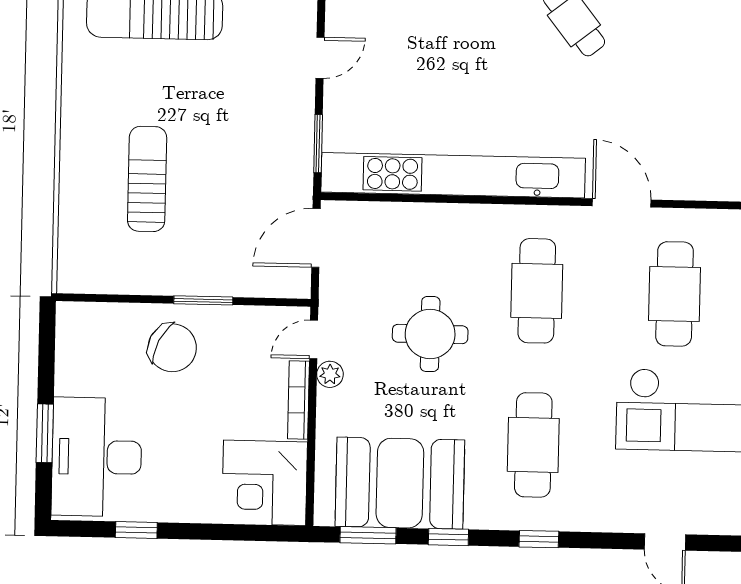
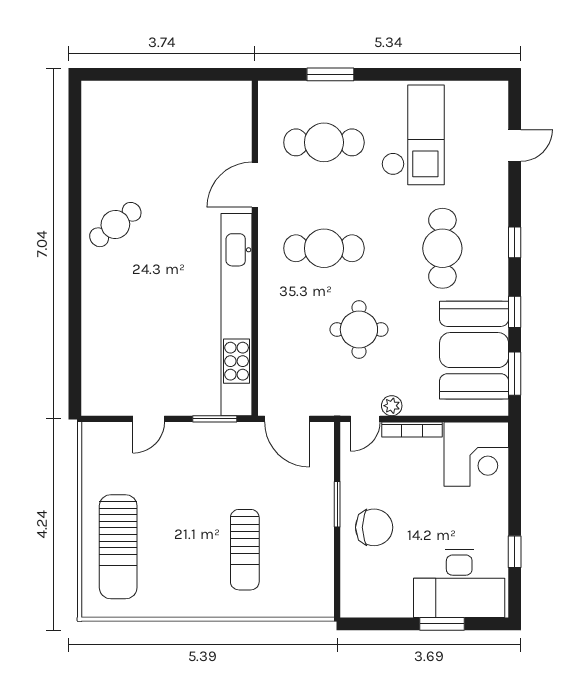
door: (320, 58) -> (149, 419), swing flipped
sun lounger: (147, 179) -> (245, 550), turned -90
door: (314, 339) -> (365, 419), hinge flipped
chair: (172, 348) -> (374, 527), turned 63
cafe table: (533, 445) -> (442, 248), turned 90

